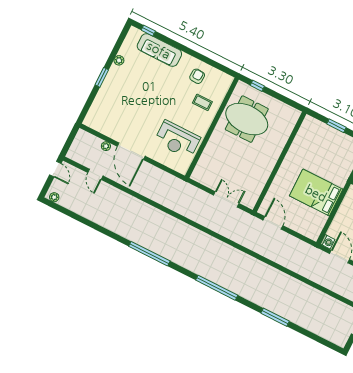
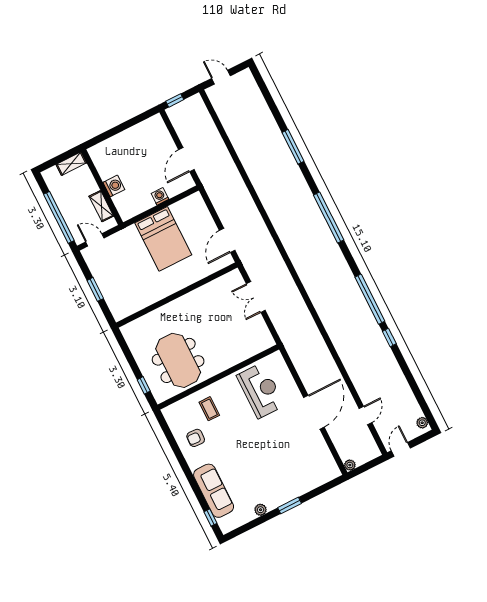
plant: (106, 146) -> (350, 465), moved
window: (118, 238) -> (389, 338), added
washing machine: (328, 242) -> (160, 196), moved

